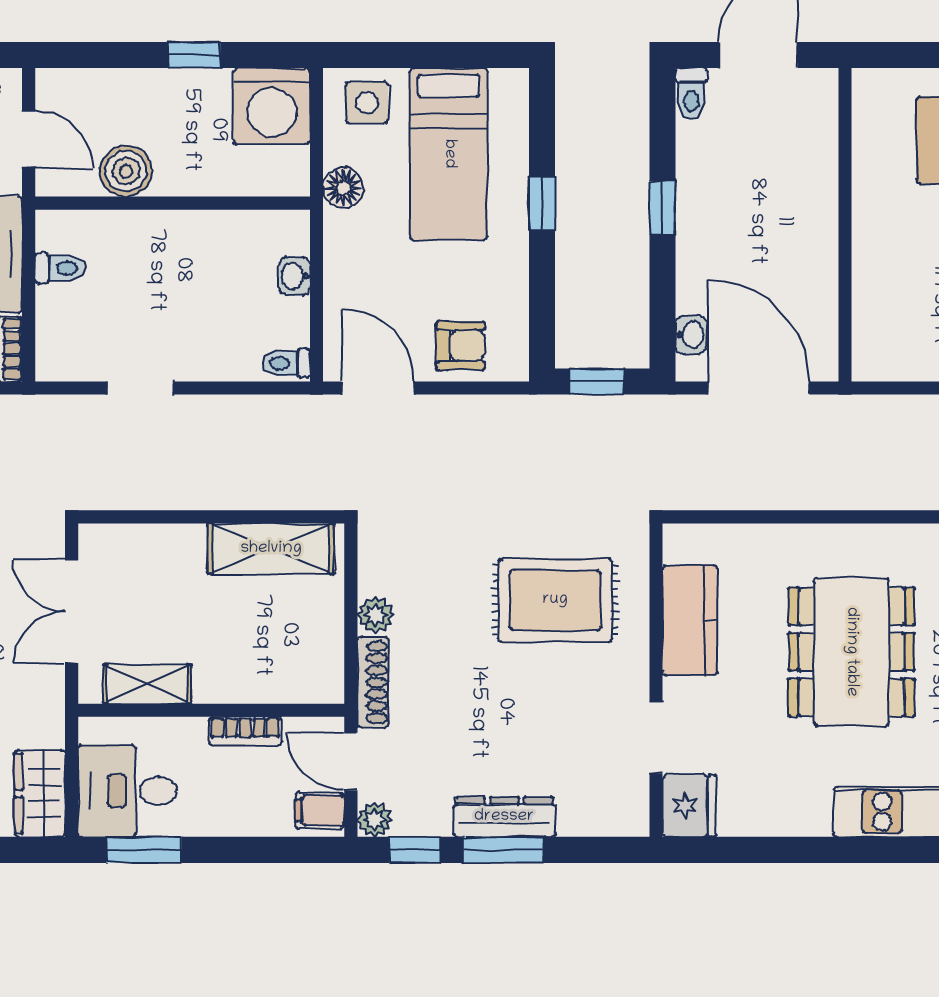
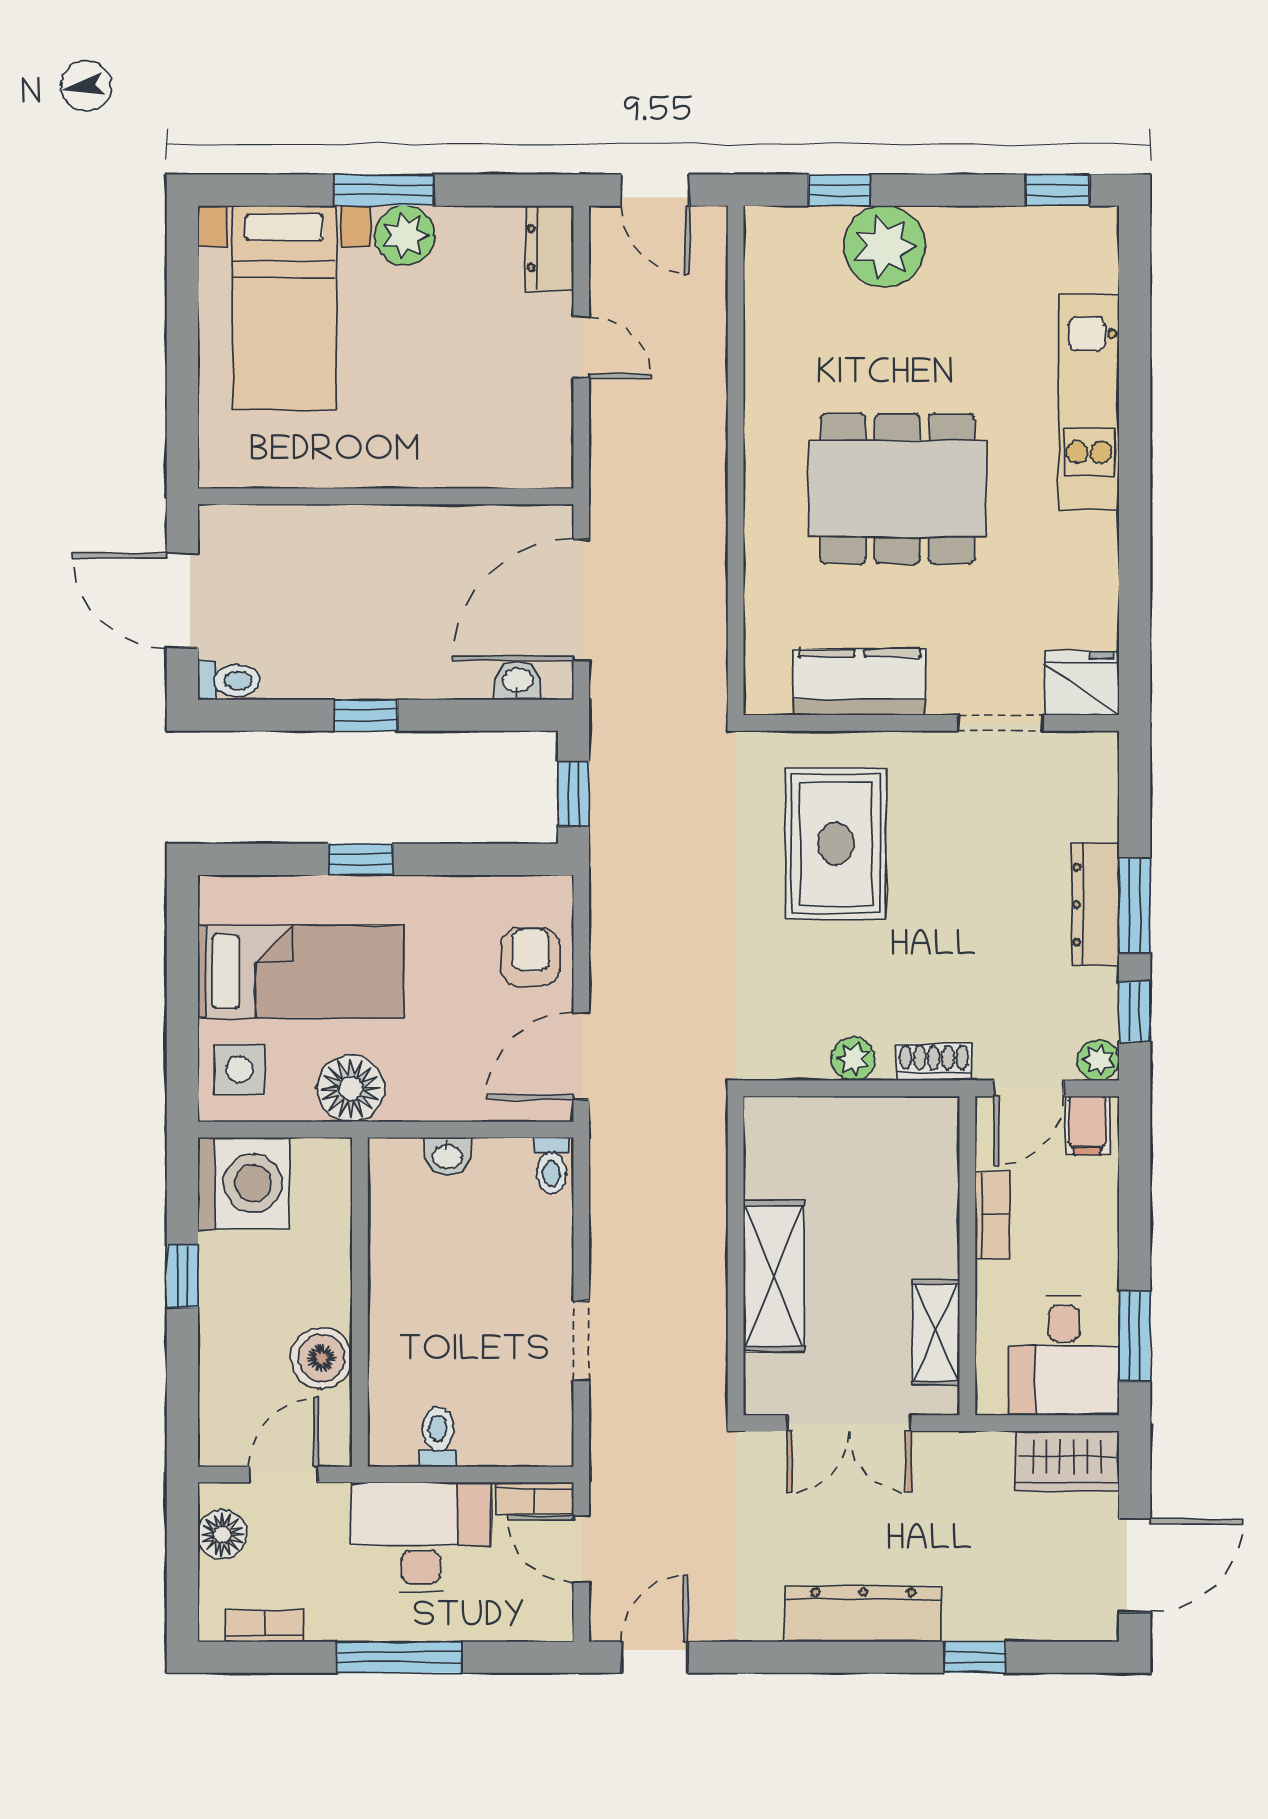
floor lamp: (343, 188) -> (351, 1088), width x1.38, depth x1.38
shelving: (271, 549) -> (774, 1276), moved
shoe rack: (373, 682) -> (934, 1062), width x0.70

